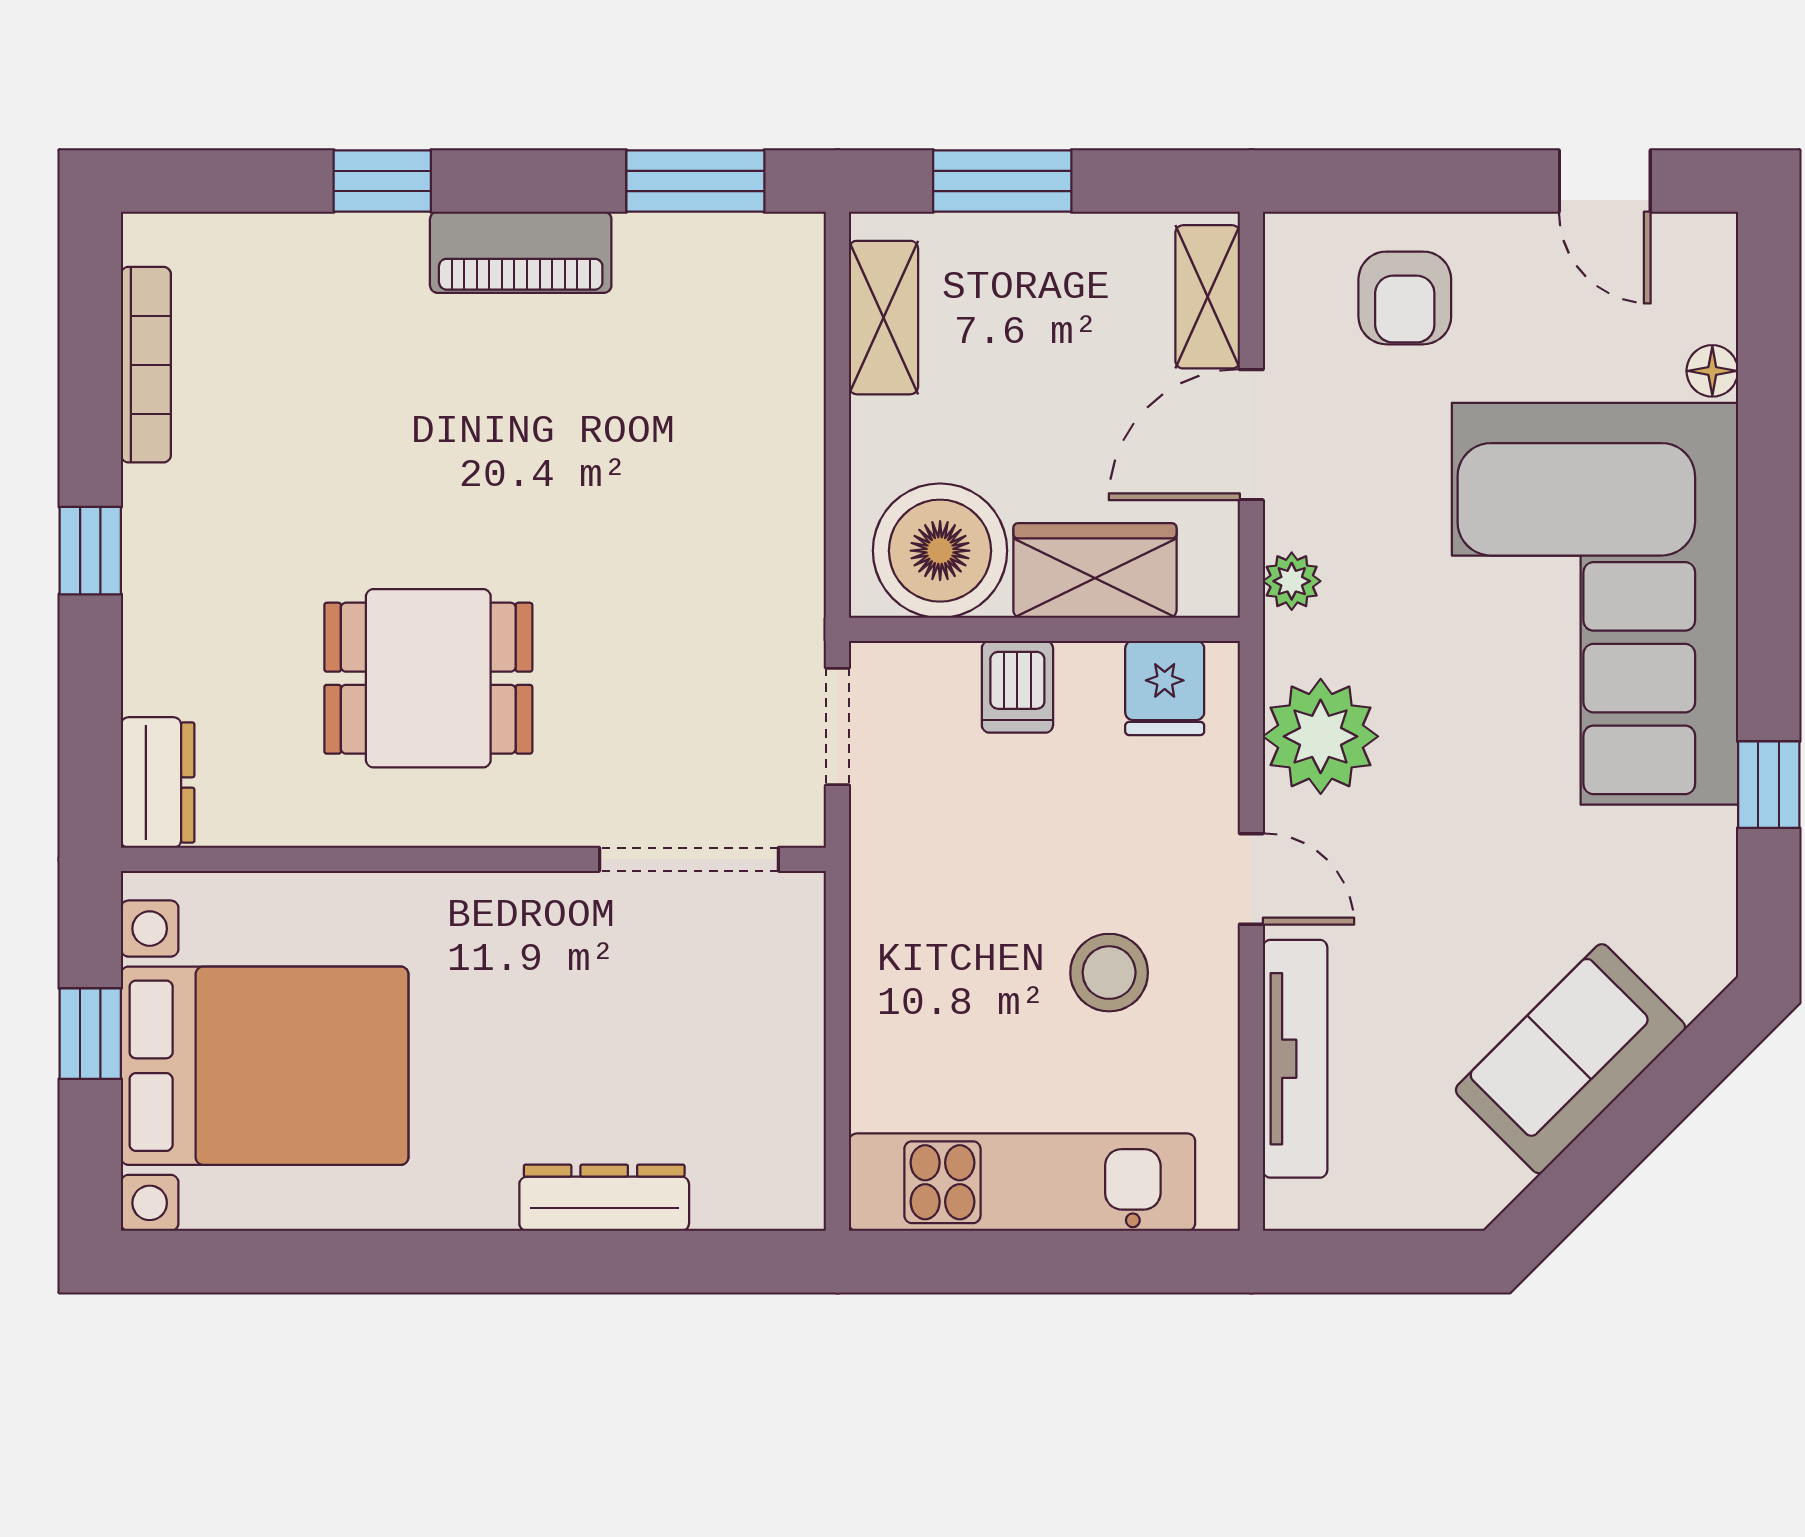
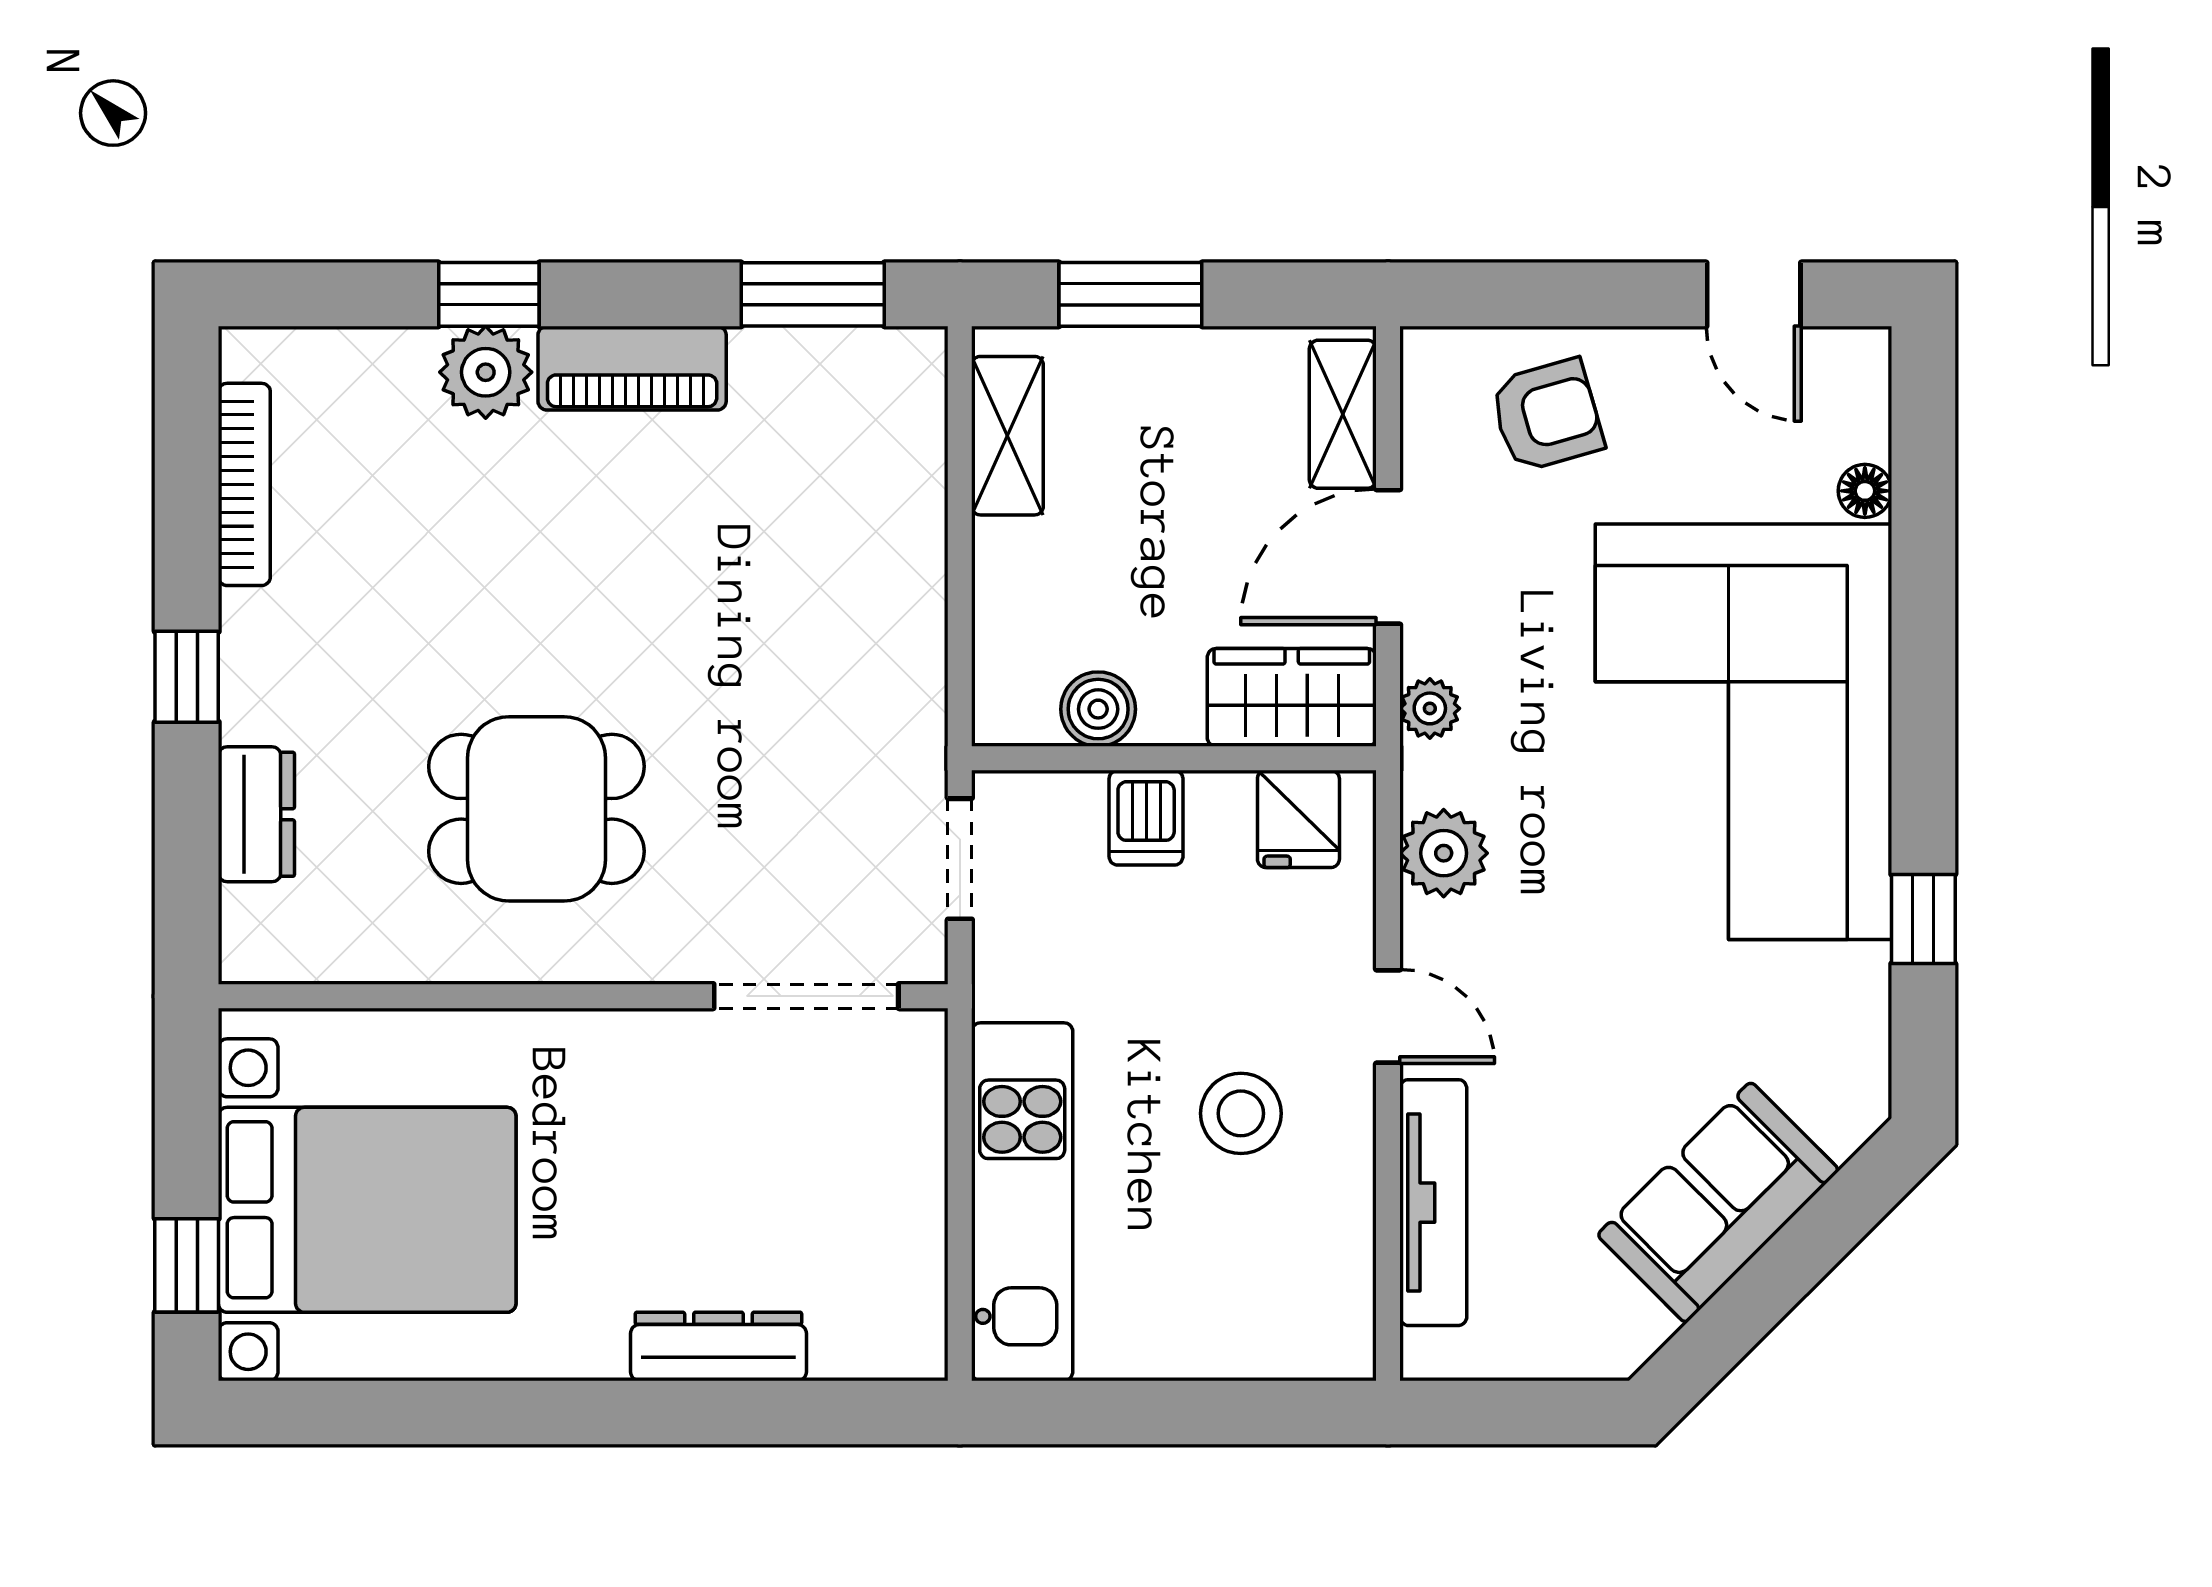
plant: (379, 256) -> (486, 372), added
armchair: (1405, 298) -> (1547, 415), turned -106
boiler: (940, 551) -> (1098, 709), width x0.54, depth x0.54
wardrobe: (1095, 571) -> (1292, 697), moved
plant: (1321, 736) -> (1444, 853), width x0.73, depth x0.73
dresser: (158, 782) -> (256, 814), moved
window: (90, 1034) -> (187, 1265), moved
kitchen unit: (1022, 1182) -> (1022, 1202), moved, turned 90

